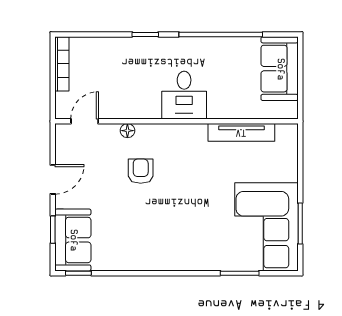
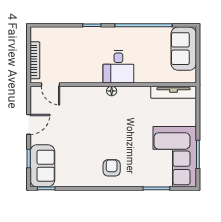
bookcase: (62, 64) -> (35, 60), moved
door: (85, 121) -> (50, 85), swing flipped
floor lamp: (127, 131) -> (112, 91), moved
tv unit: (241, 132) -> (174, 92), moved
armchair: (141, 171) -> (112, 168), moved

